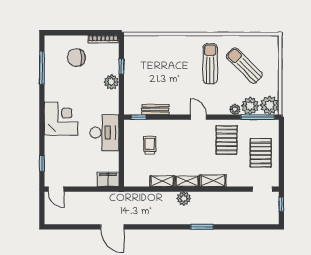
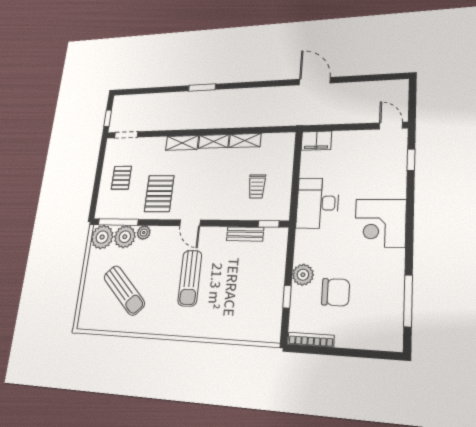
chair: (76, 58) -> (336, 292), moved
sun lounger: (210, 64) -> (190, 278), moved
pallet: (261, 153) -> (121, 178), width x0.67, depth x0.71
plant: (184, 198) -> (220, 120), removed

